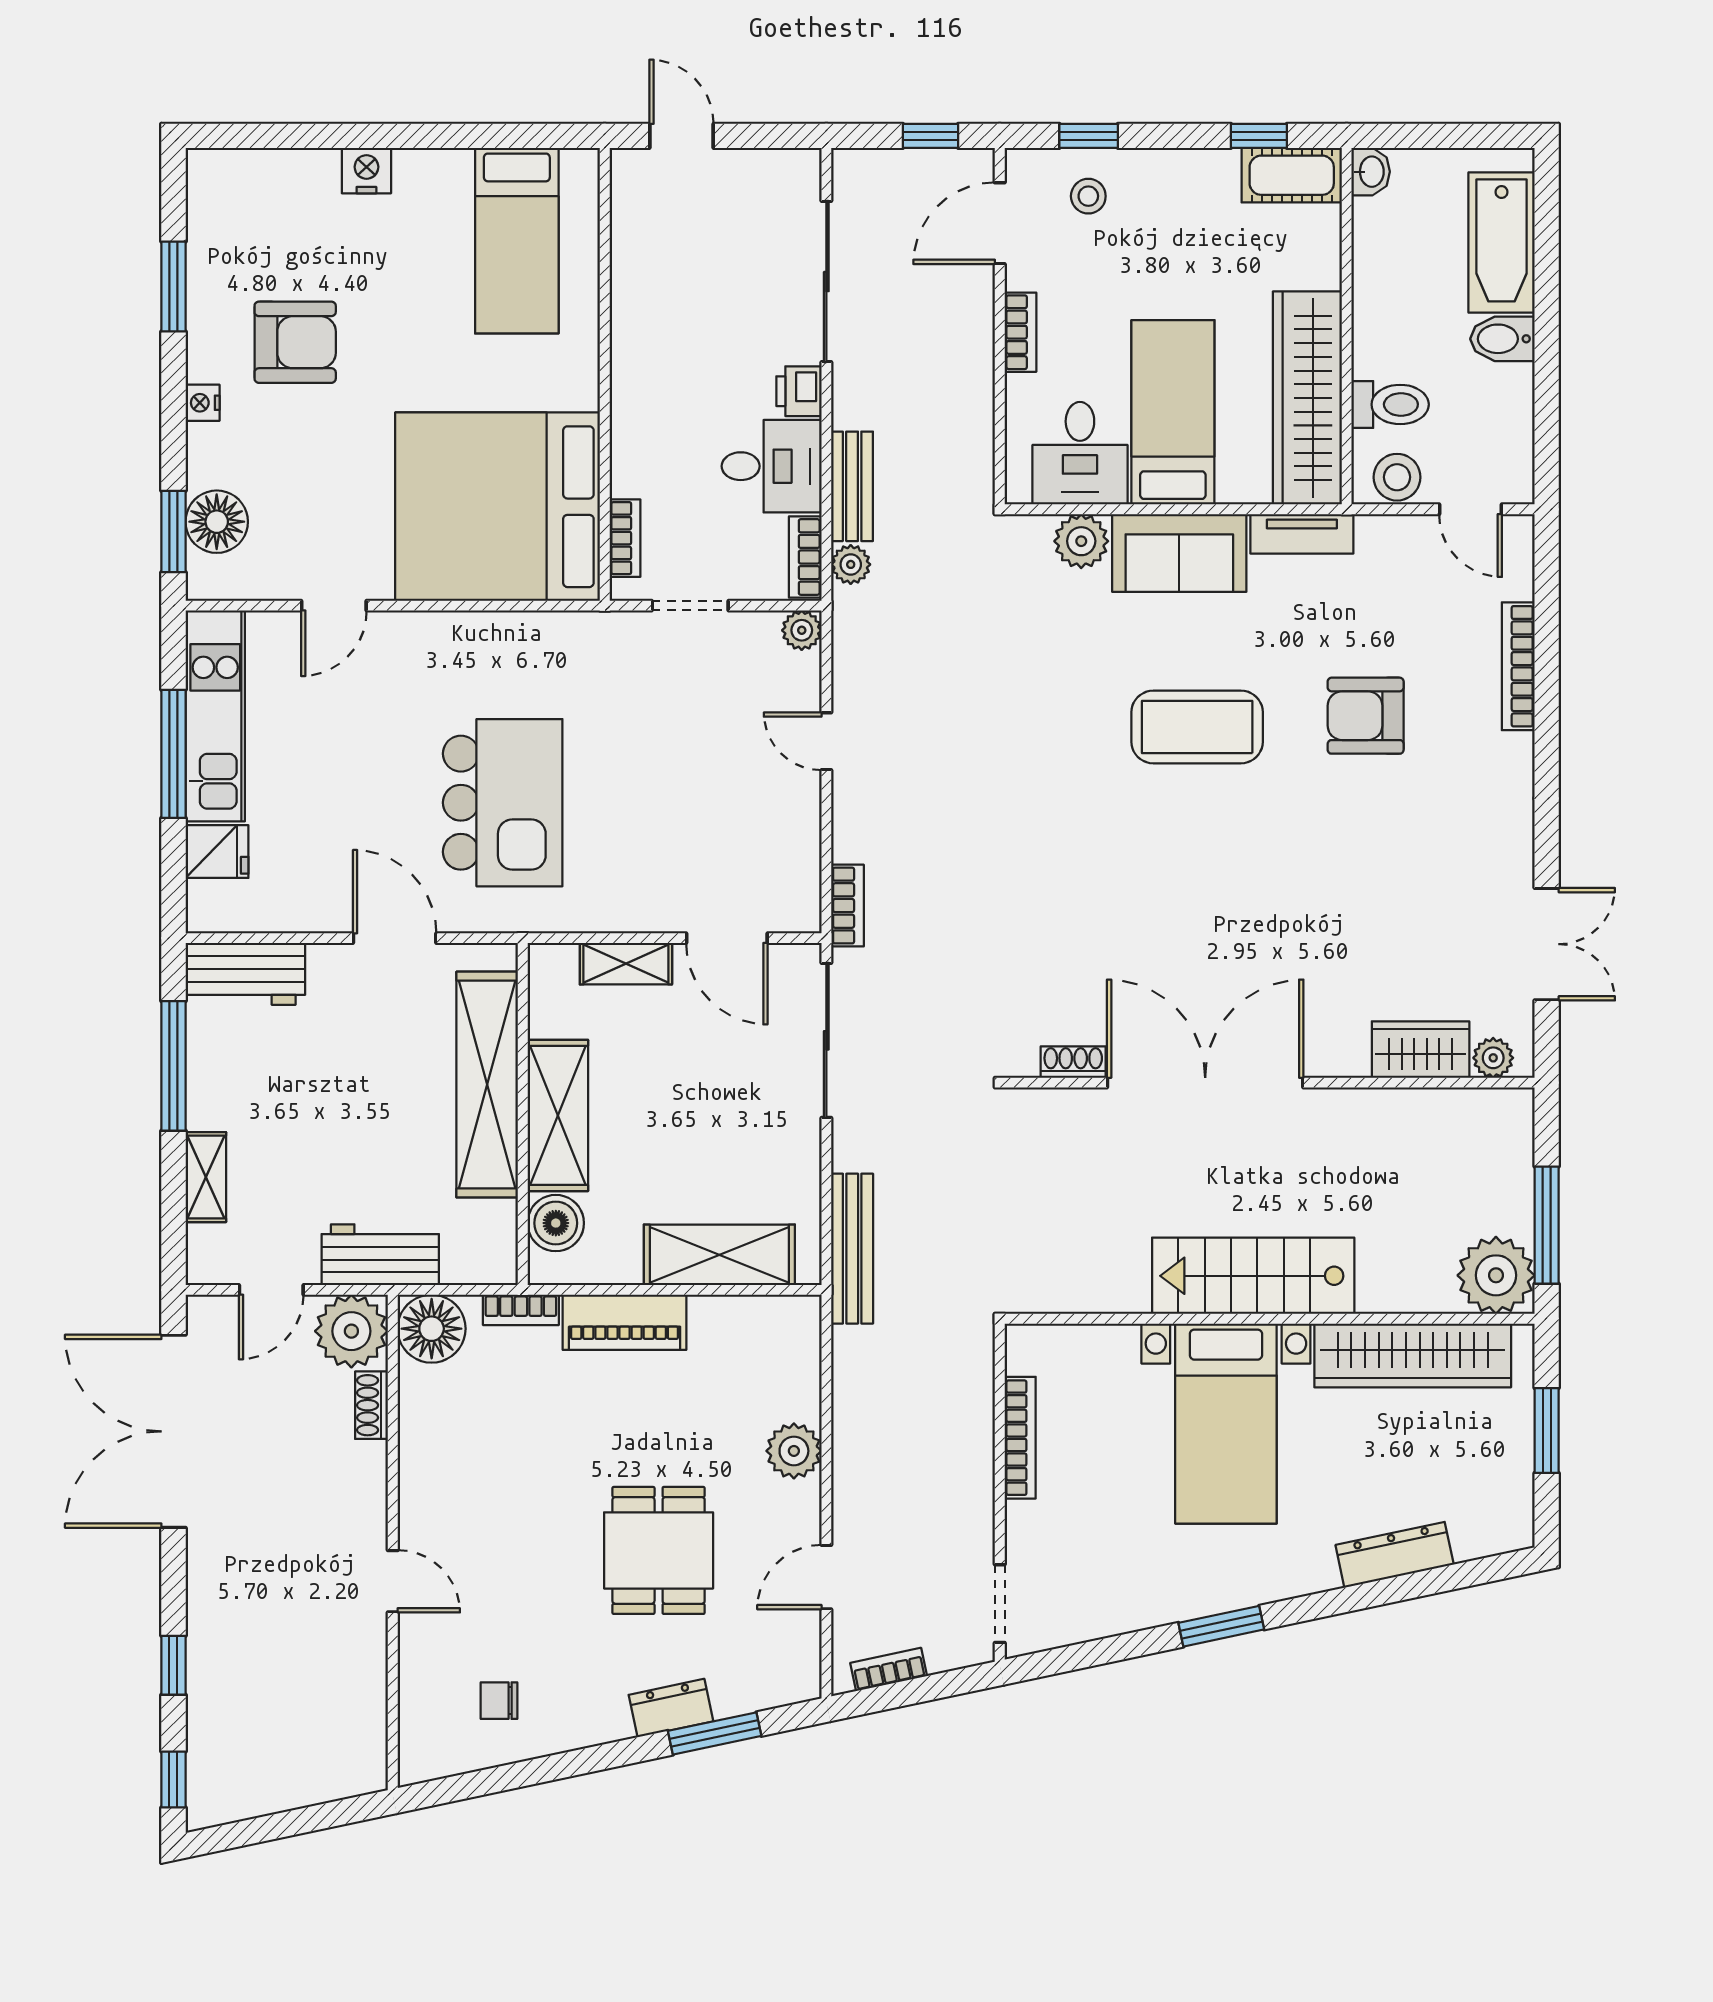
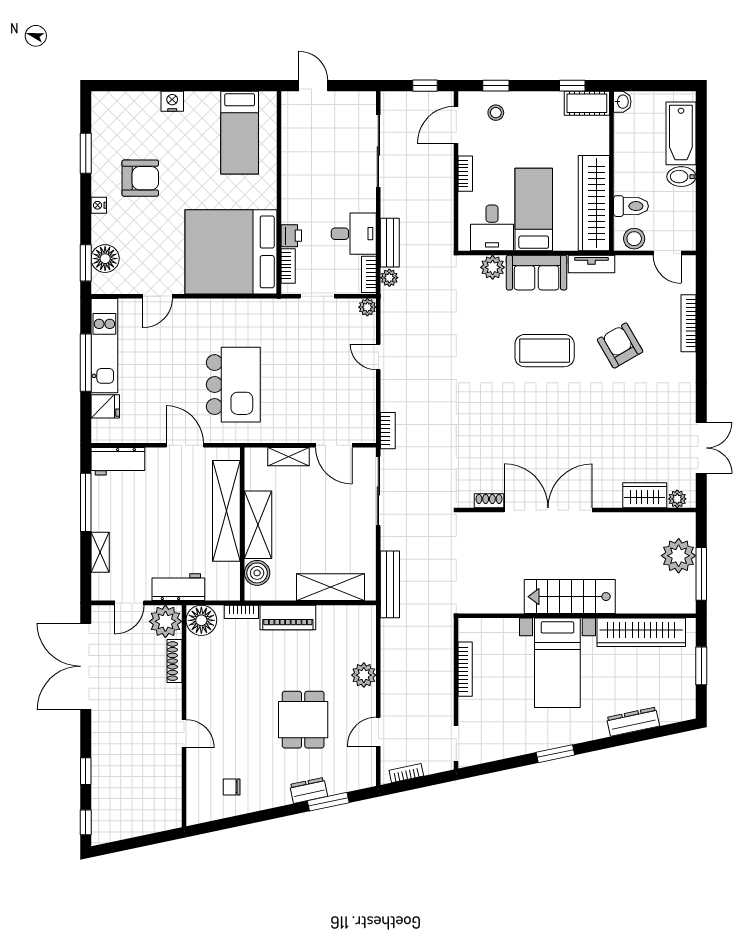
printer: (799, 391) -> (291, 236), moved, turned 180
armchair: (1366, 716) -> (620, 346), turned 60
plant: (1496, 1275) -> (679, 556), moved
shoe rack: (371, 1405) -> (174, 661), width x1.43

